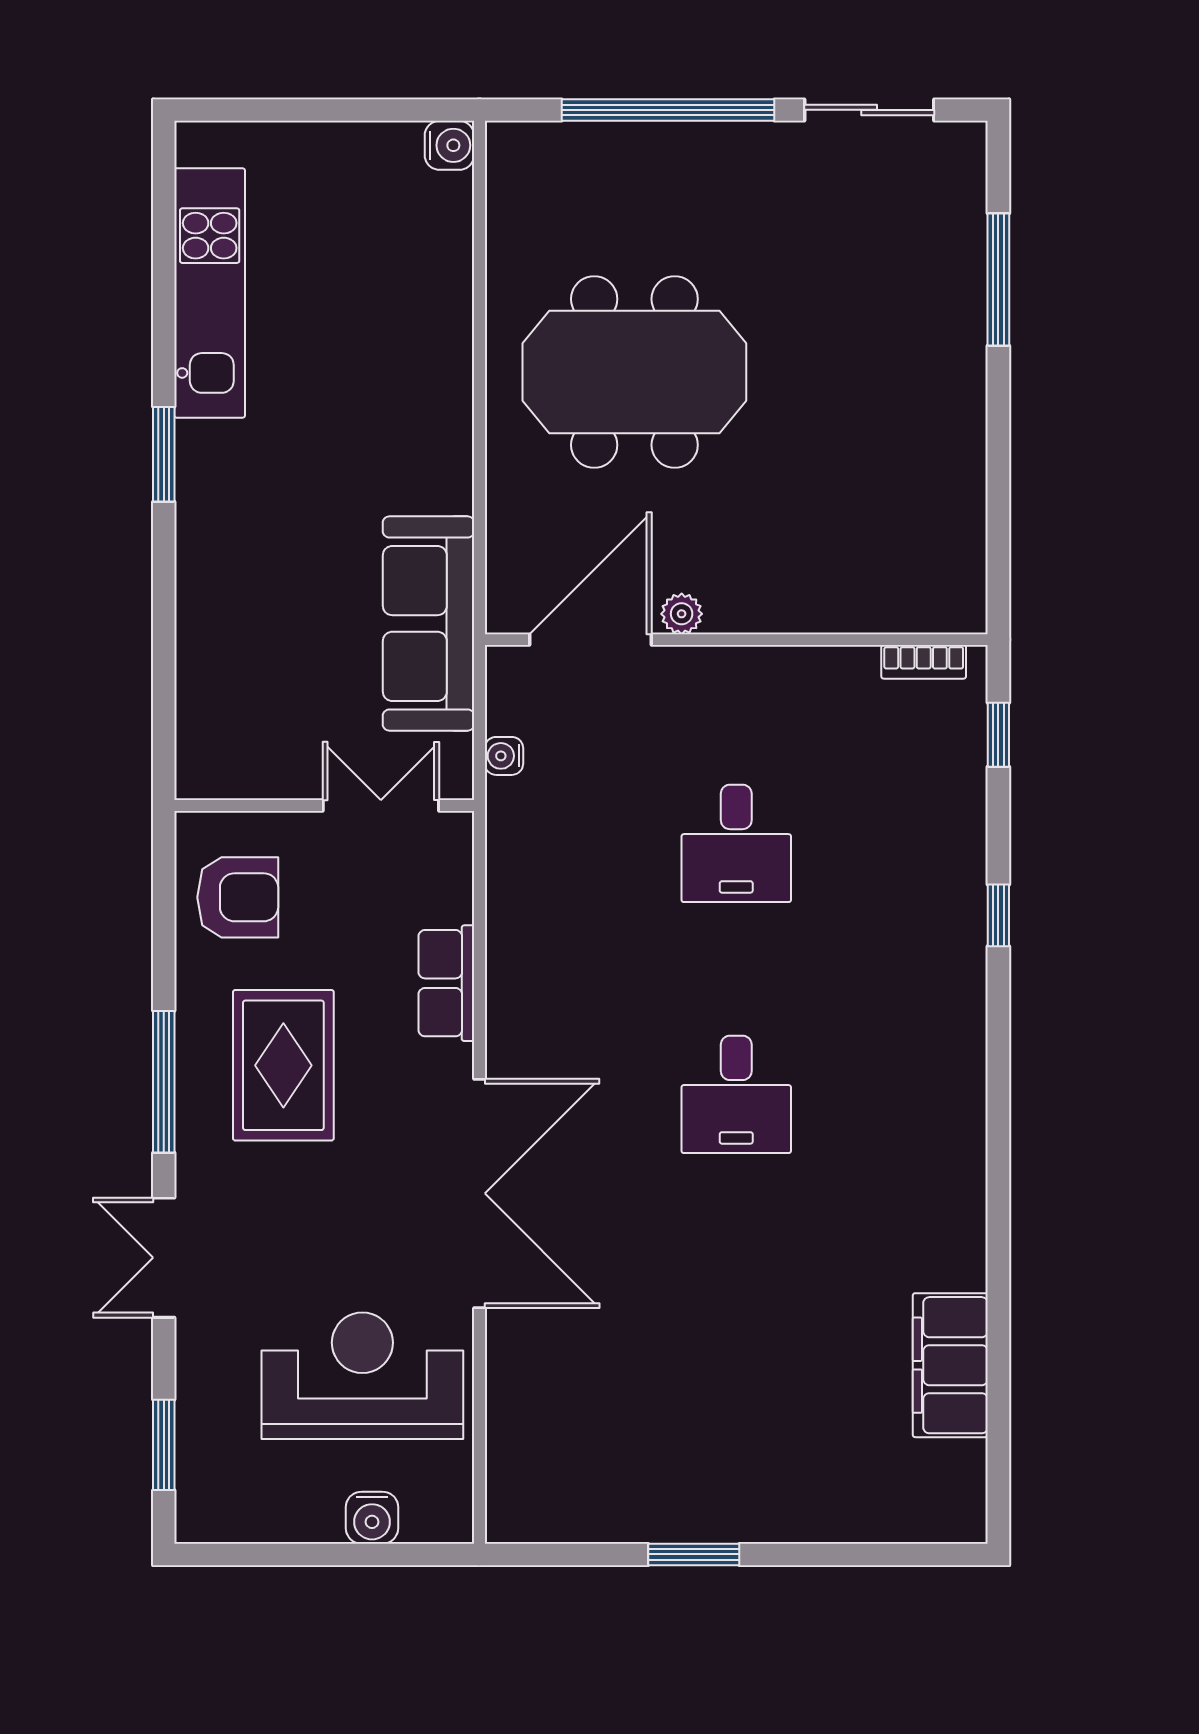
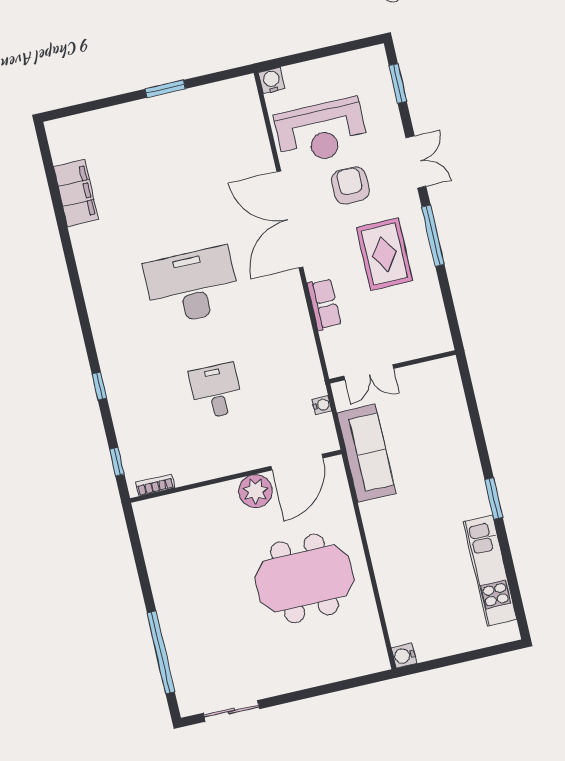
window: (668, 110) -> (316, 692), removed
window: (998, 280) -> (161, 652), width x1.46
plant: (682, 614) -> (256, 491), width x1.87, depth x1.87
armchair: (238, 897) -> (350, 185), moved, turned 90
desk: (736, 1094) -> (192, 286), width x1.87, depth x1.30
water cooler: (372, 1518) -> (272, 80), moved

